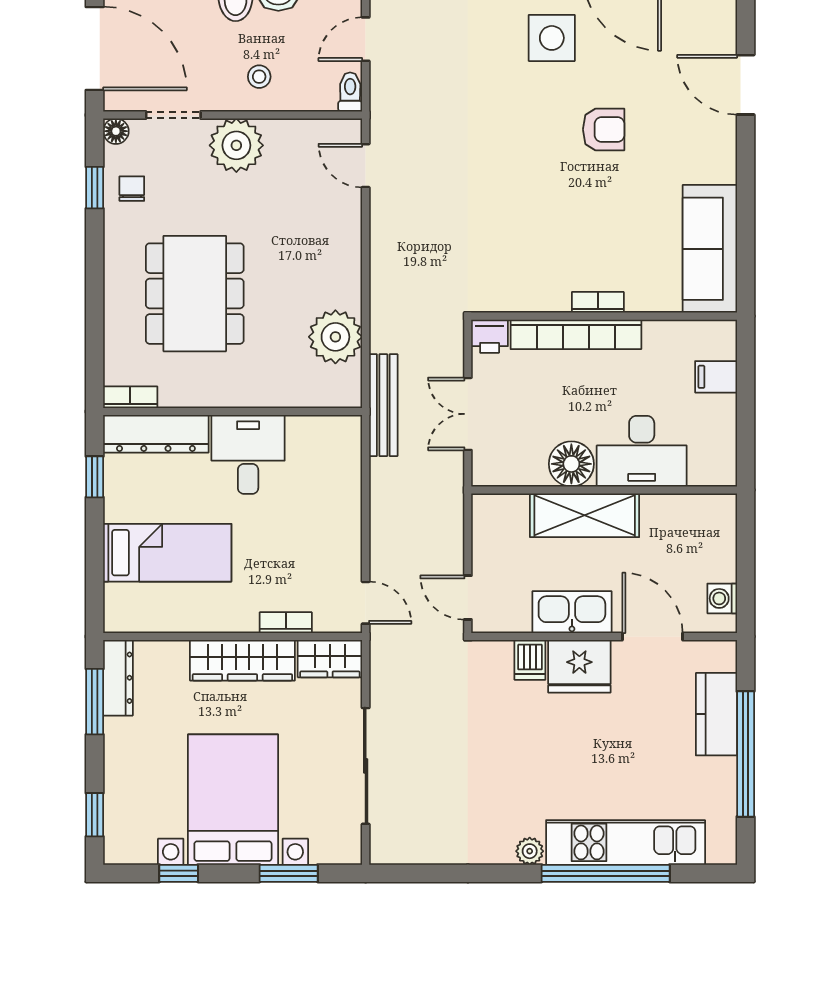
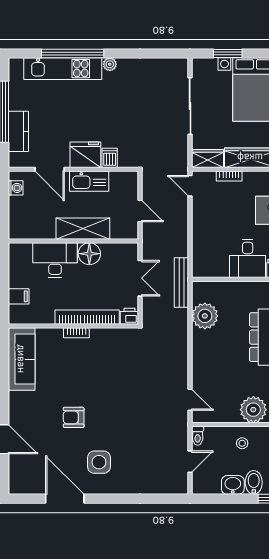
door: (468, 597) -> (140, 211), moved

